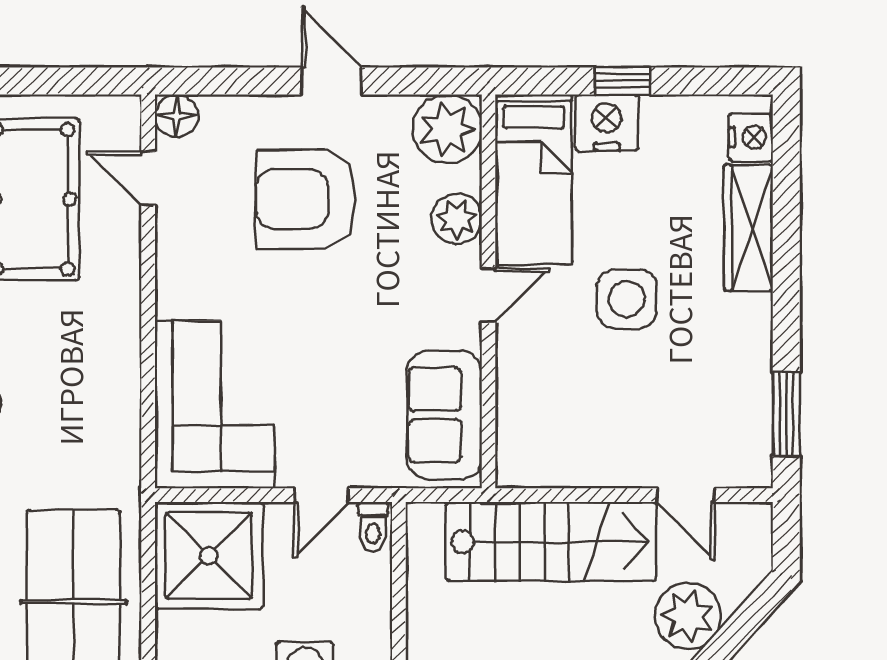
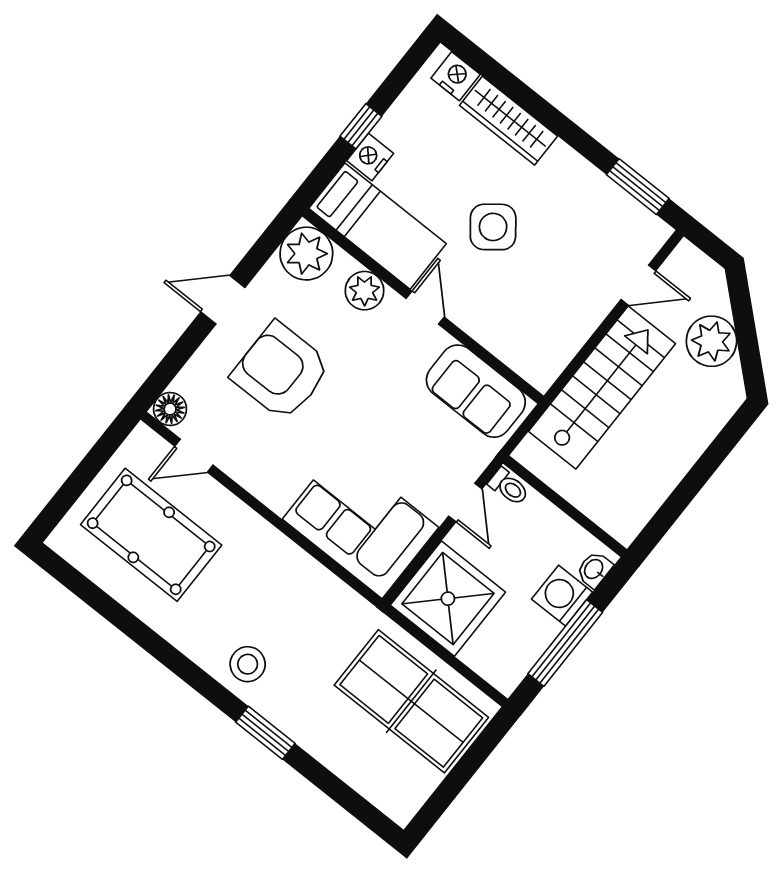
nightstand: (607, 122) -> (370, 157), width x0.74, depth x0.75
armchair: (306, 199) -> (281, 371), turned 90
side table: (627, 299) -> (493, 227), turned -38

